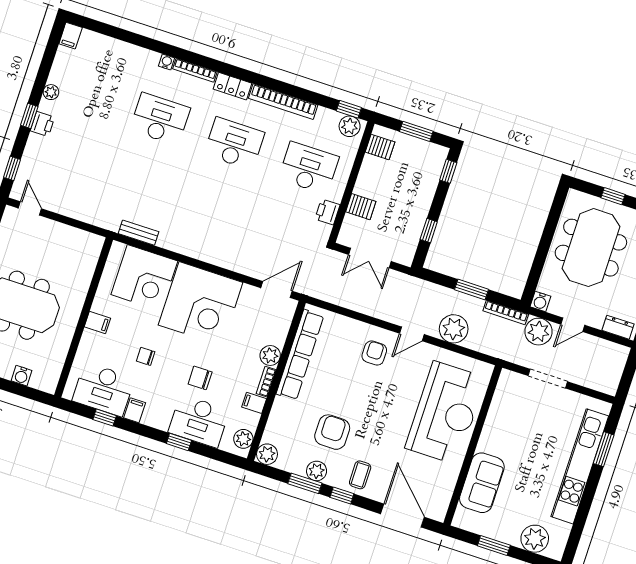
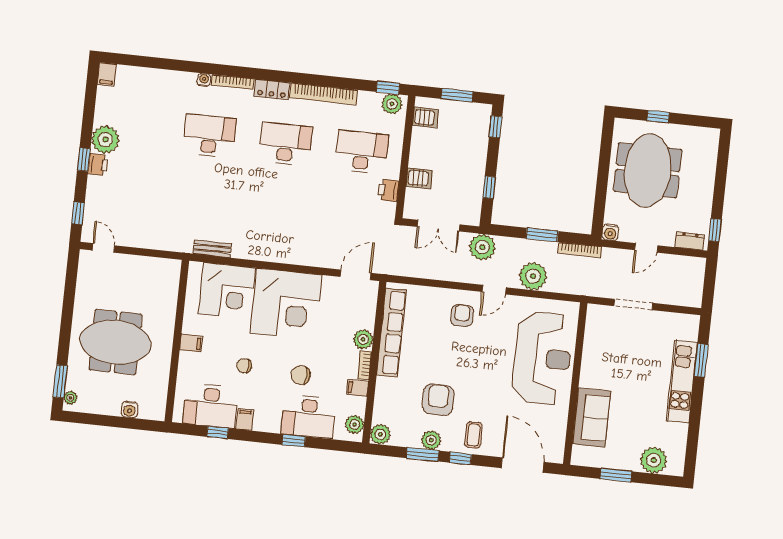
plant: (51, 92) -> (105, 140), width x1.88, depth x1.88
plant: (539, 332) -> (482, 247), moved
kitchen unit: (580, 466) -> (682, 382), width x0.73

